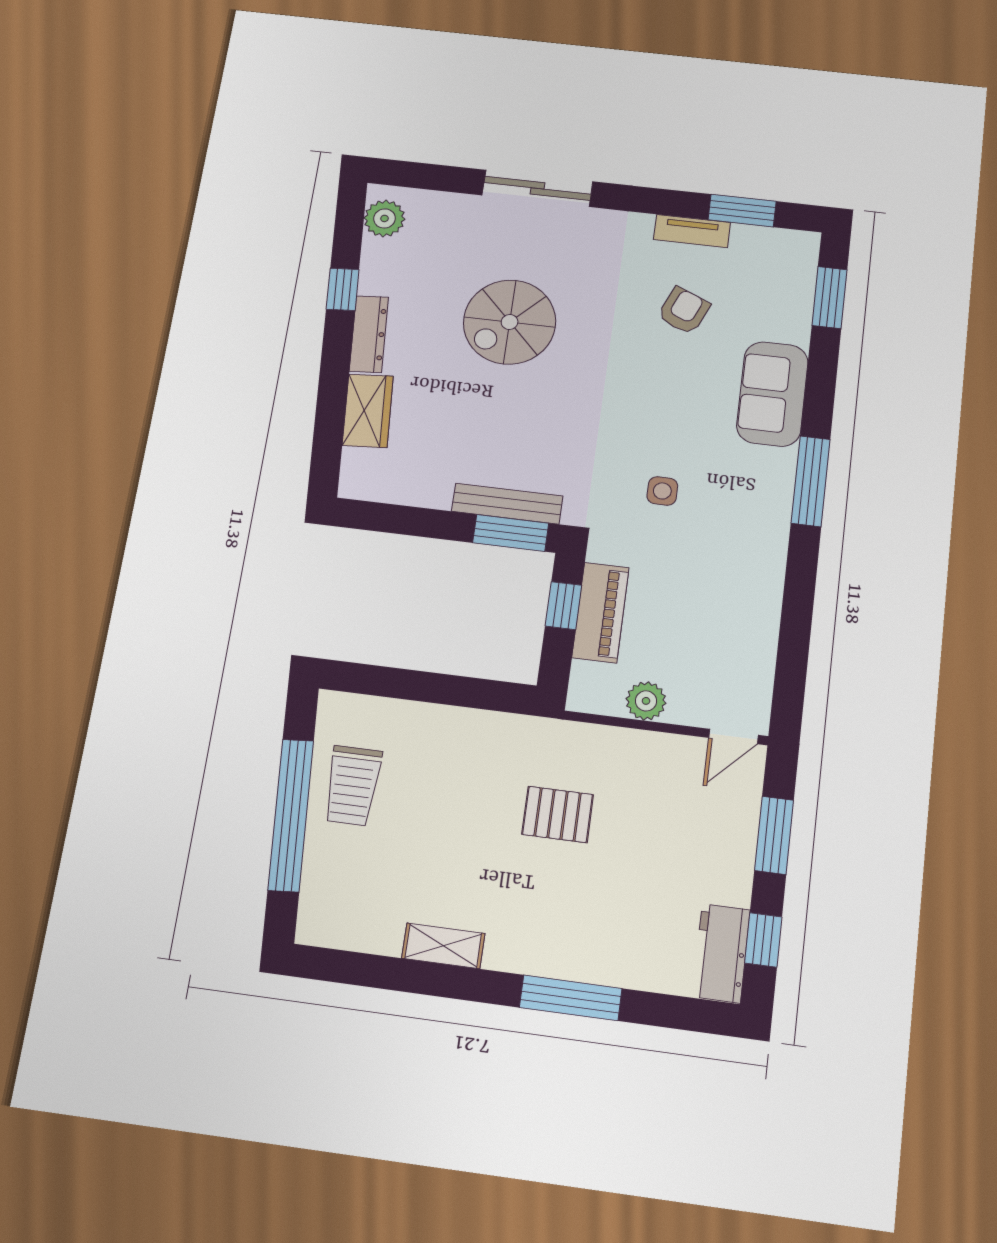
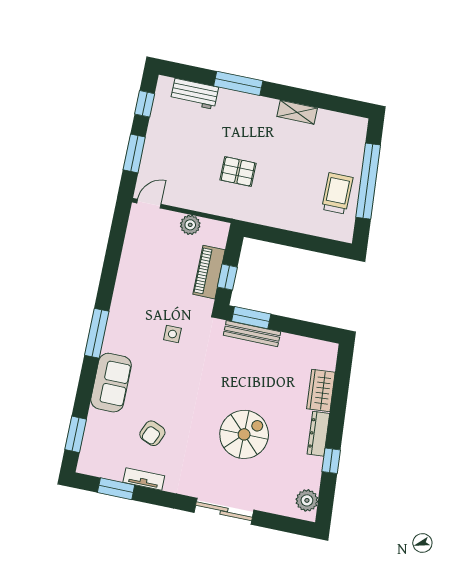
workbench: (721, 953) -> (195, 94), moved, turned 90

